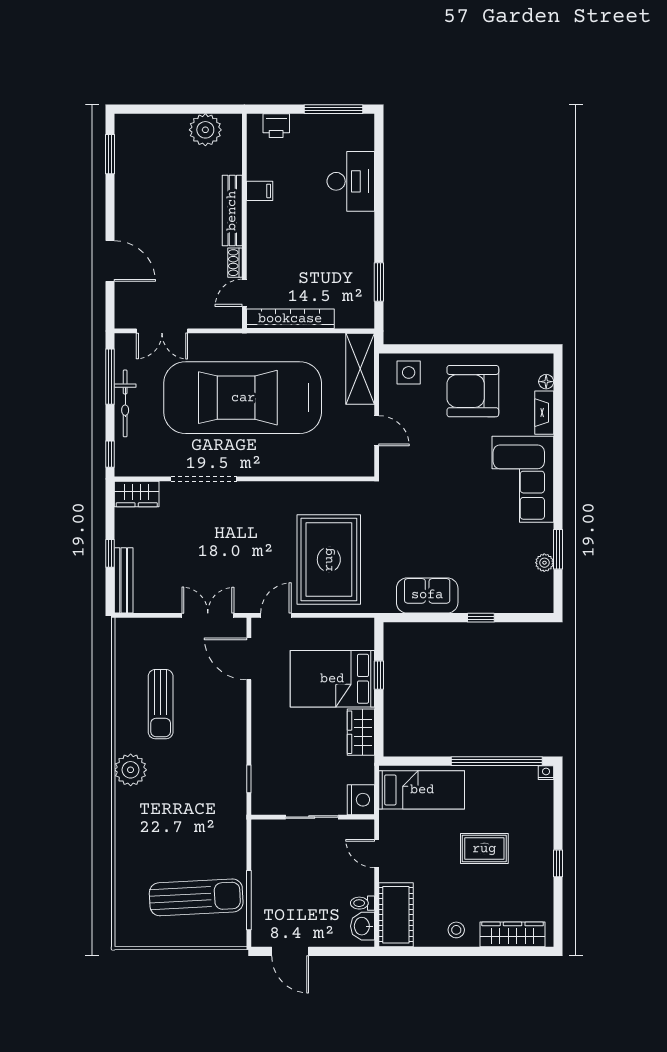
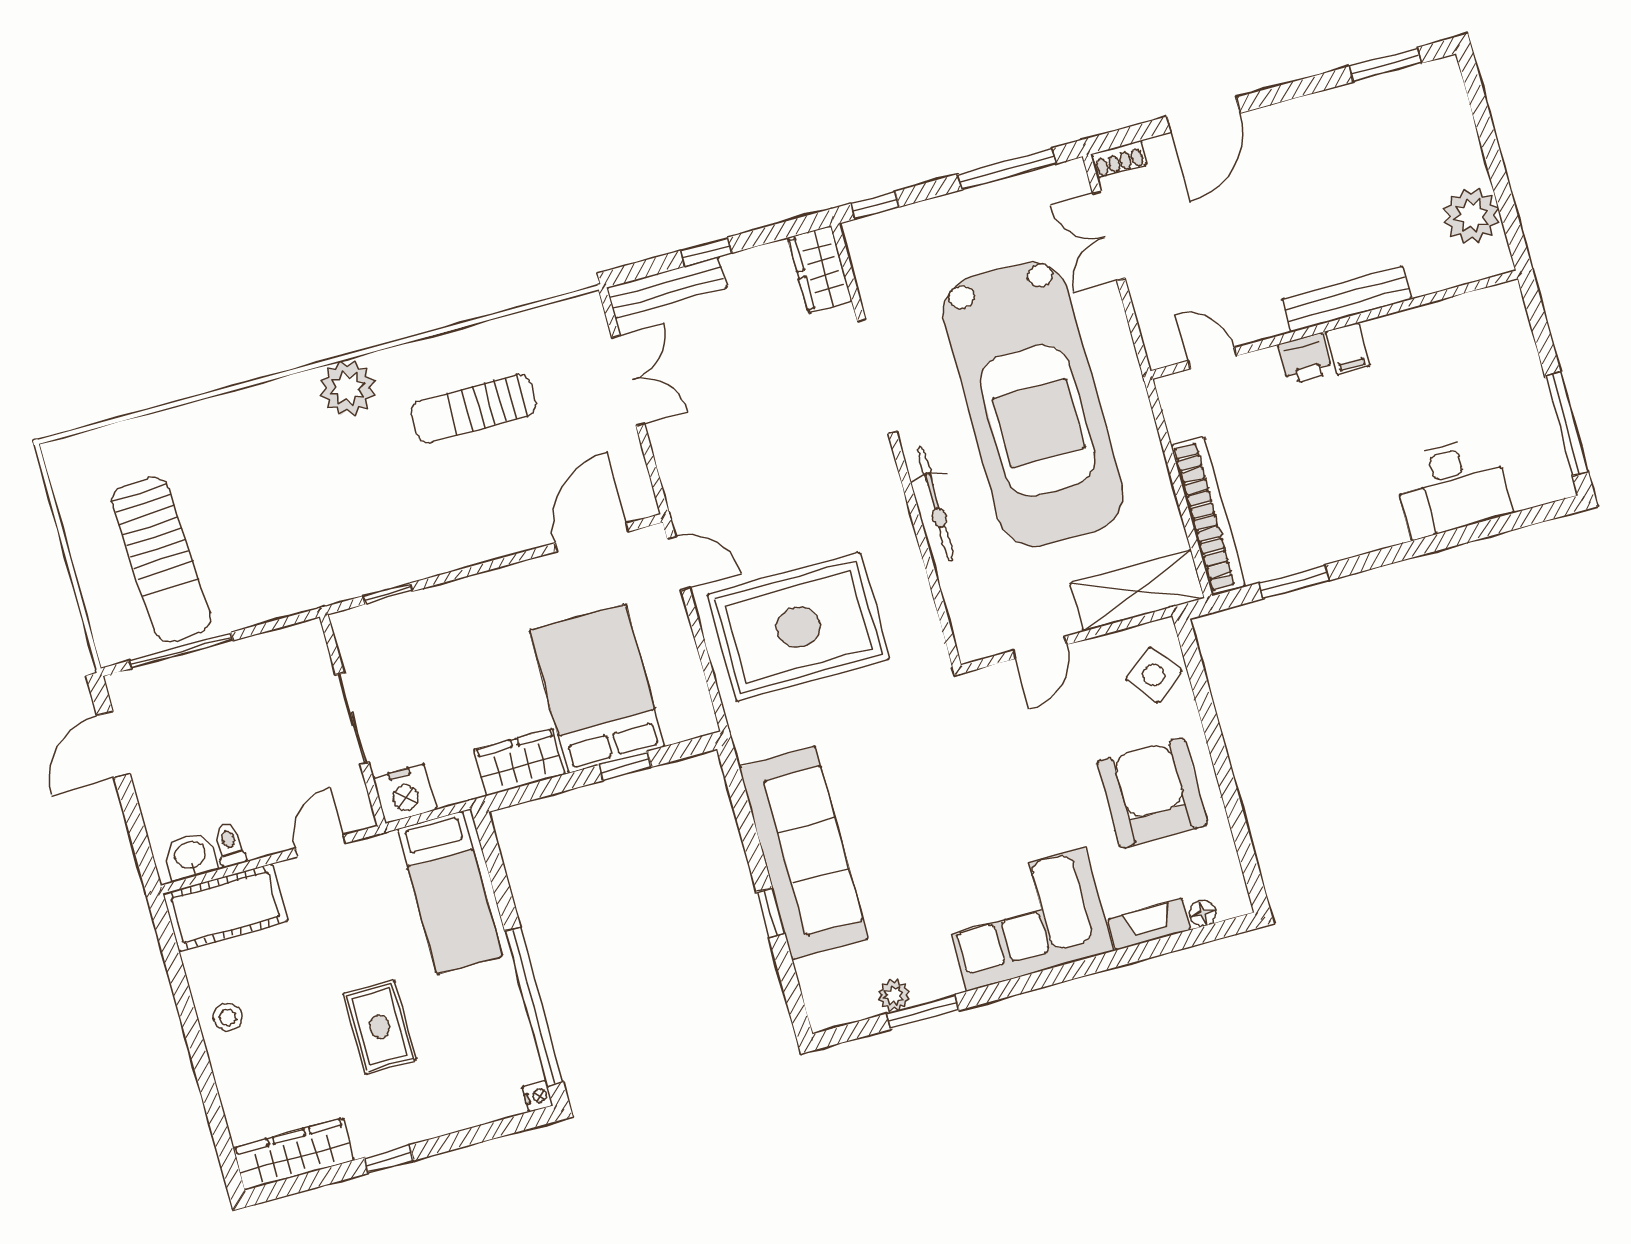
printer: (276, 126) -> (1305, 359), moved, turned -90
filing cabinet: (260, 191) -> (1348, 349), moved
shoe rack: (235, 263) -> (1119, 159), moved, turned 180
bookcase: (290, 319) -> (1208, 516), moved
side table: (409, 372) -> (1154, 675), turned -38
car: (243, 398) -> (1033, 404), turned 180
bicycle: (125, 403) -> (936, 504), moved, turned -90
sofa: (427, 595) -> (804, 853), width x1.85, depth x1.27
double door: (208, 615) -> (628, 381), moved
wardrobe: (513, 934) -> (294, 1154), moved, turned -90

